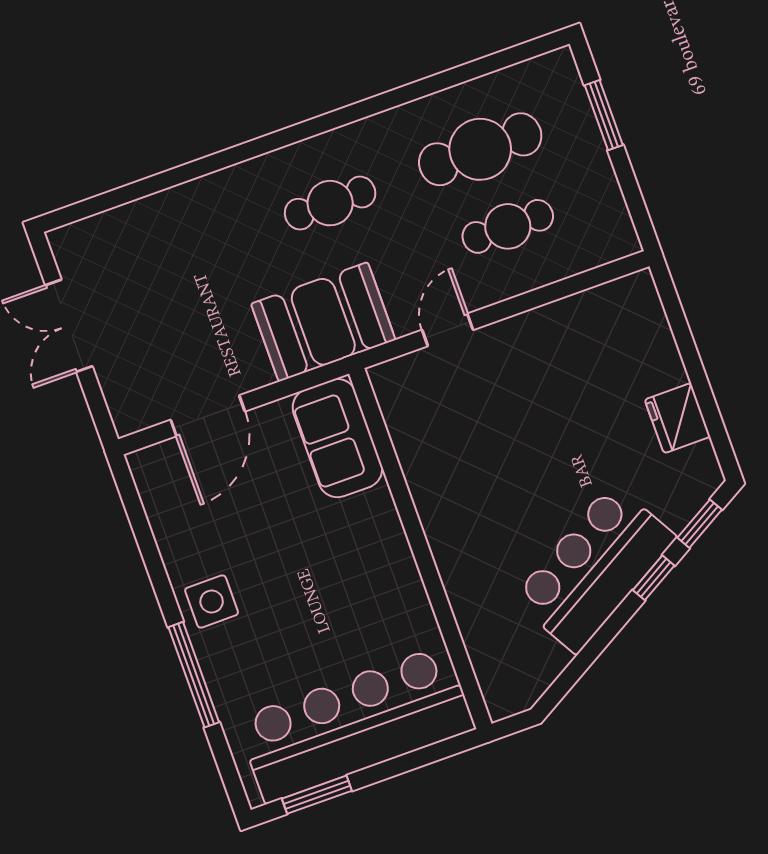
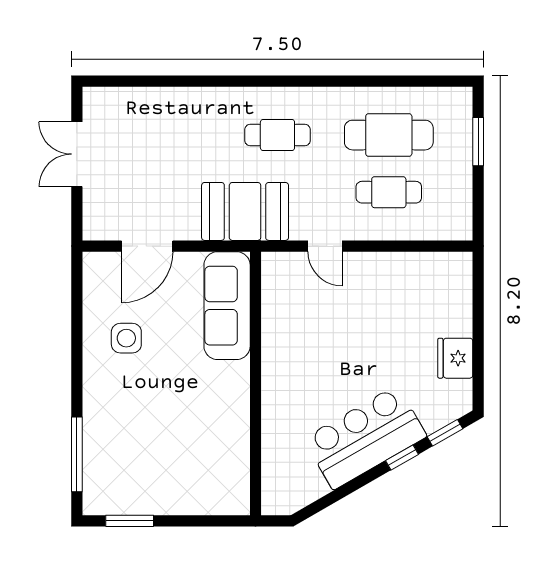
door: (448, 330) -> (325, 246), swing flipped
sofa: (337, 438) -> (227, 306), width x1.36
side table: (212, 601) -> (126, 338), moved
window: (194, 675) -> (77, 454), moved
bar counter: (356, 724) -> (172, 483), removed

